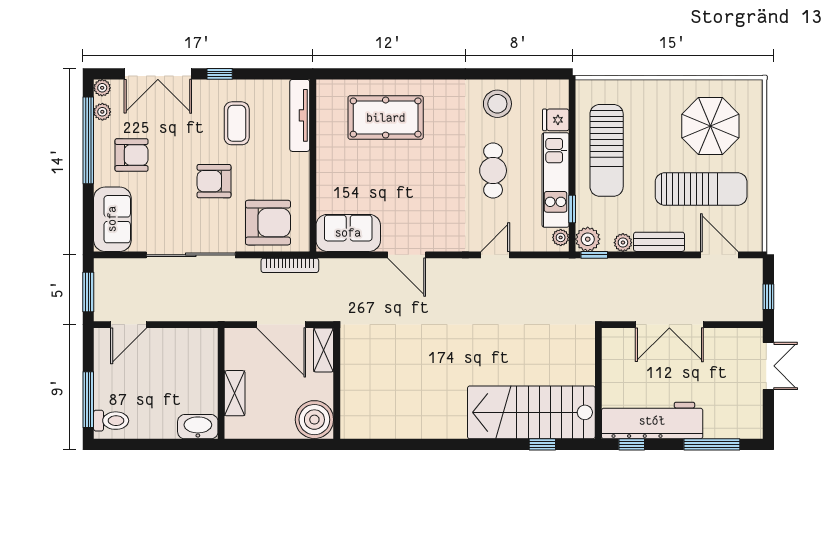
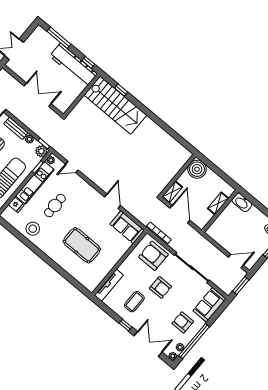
pool table: (386, 118) -> (82, 245), moved
door: (495, 255) -> (72, 167), moved

